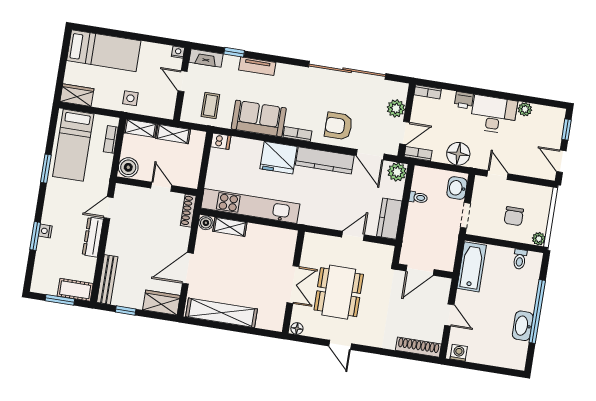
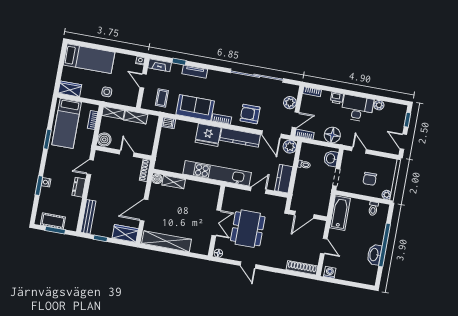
kitchen unit: (250, 206) -> (217, 173), moved
dresser: (93, 237) -> (79, 187), width x0.70
cot: (75, 290) -> (53, 221), moved

